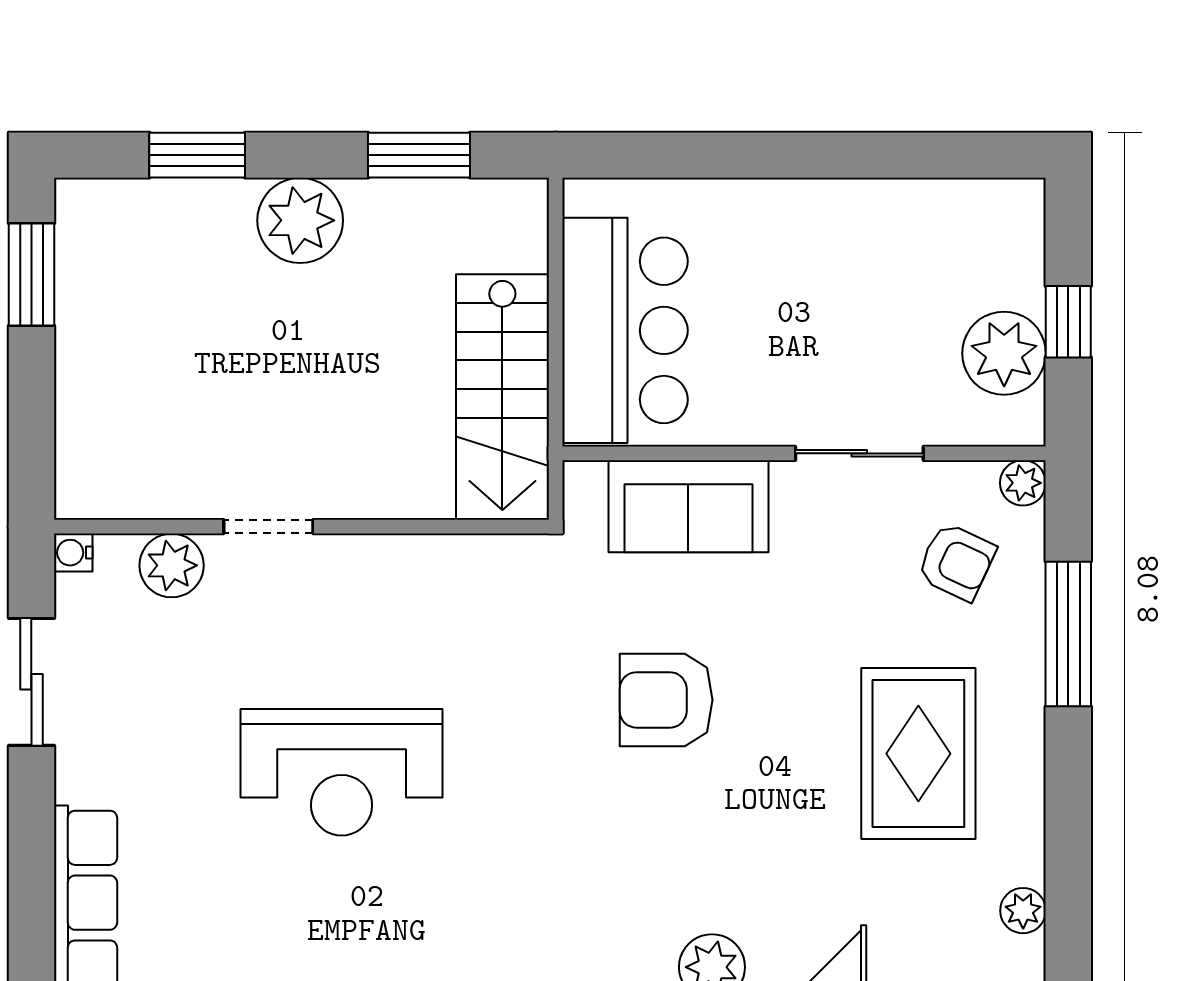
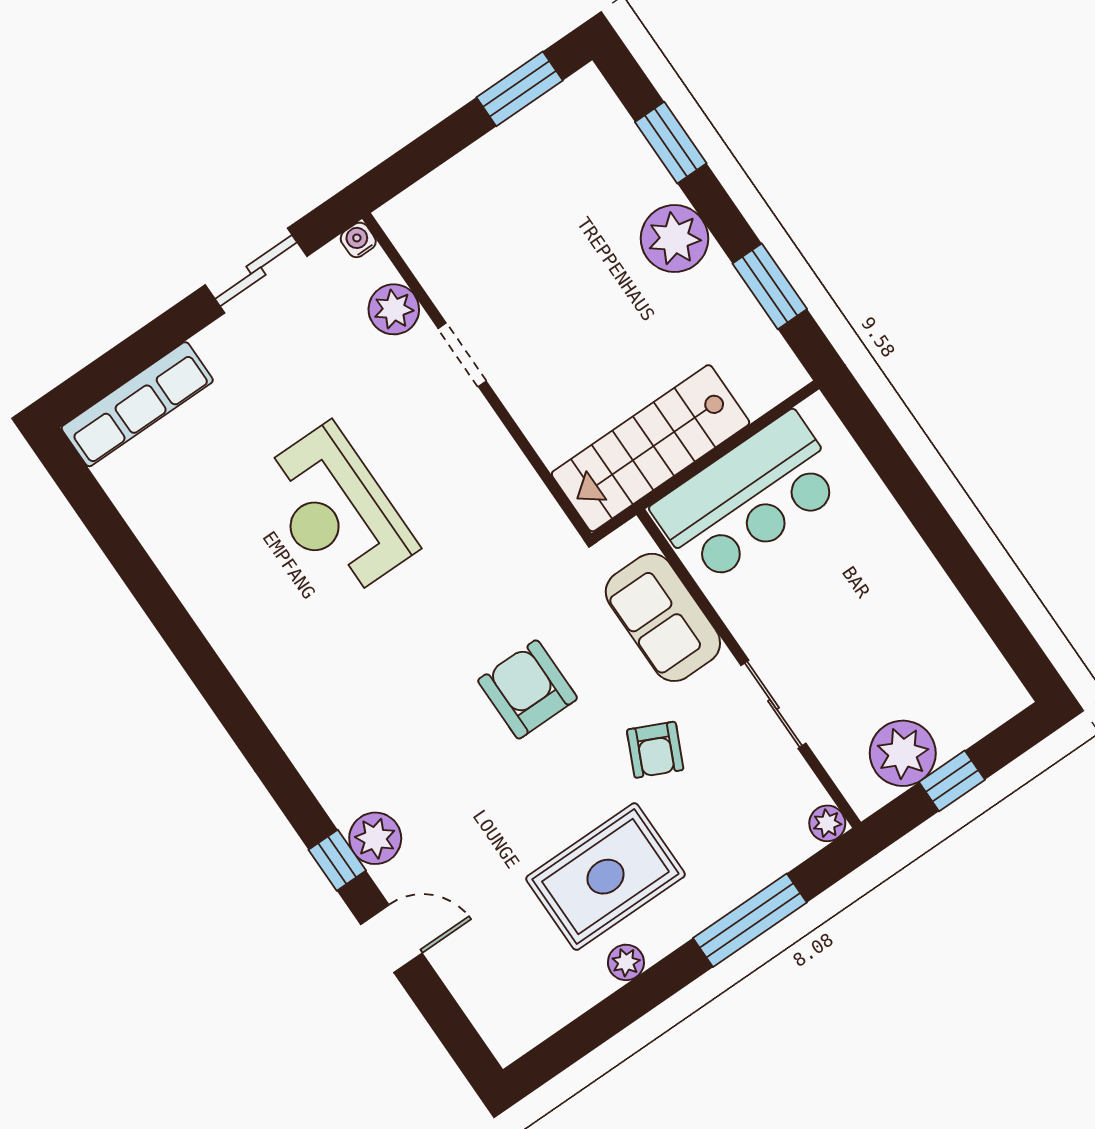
armchair: (956, 562) -> (655, 750), moved
plant: (1023, 911) -> (626, 962), moved

